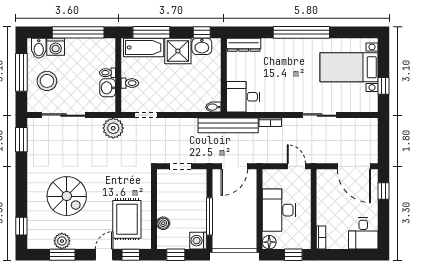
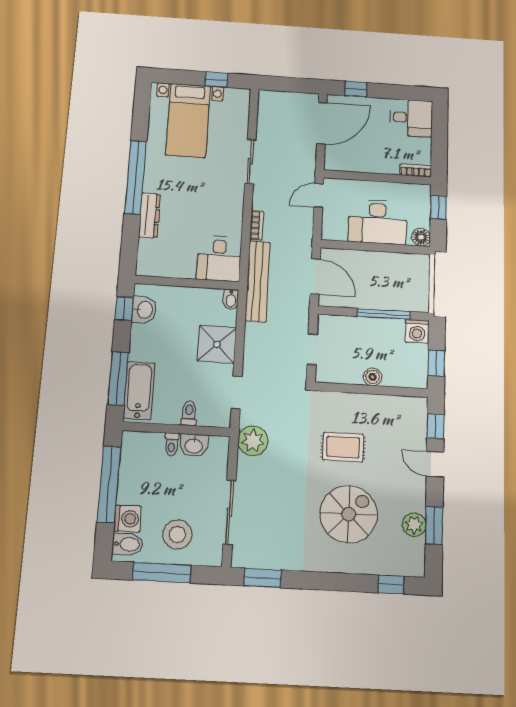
dresser: (244, 45) -> (149, 215), moved
shower: (178, 51) -> (217, 344), moved
rug: (127, 219) -> (343, 447), moved, width x0.73, depth x0.70
boiler: (163, 223) -> (373, 377), moved

